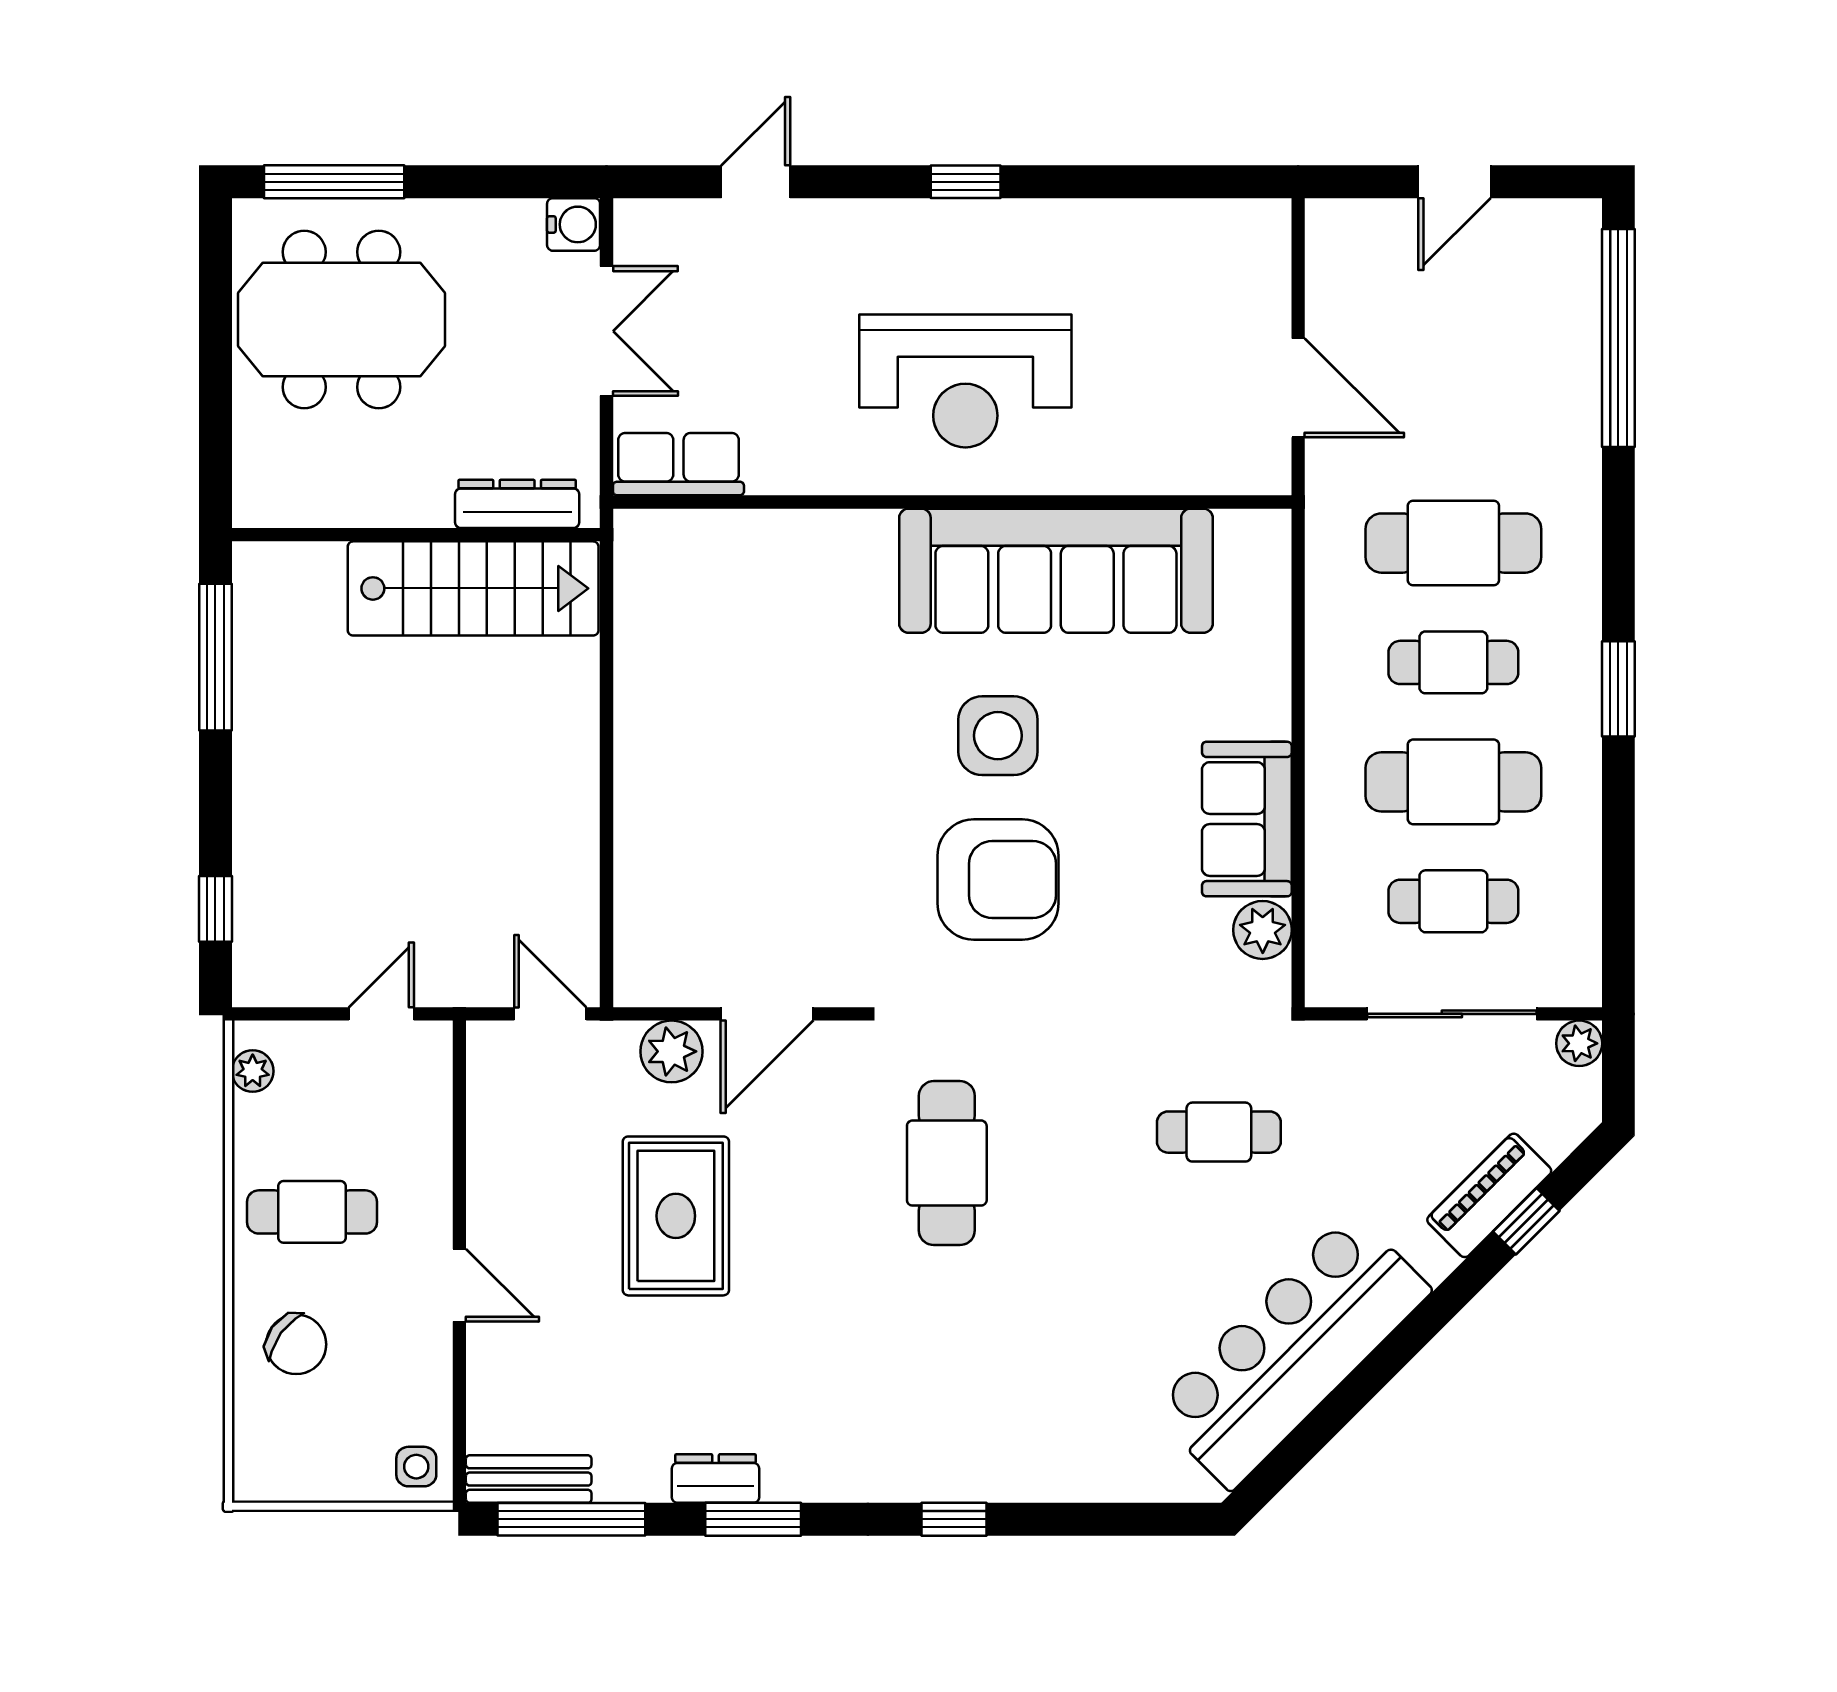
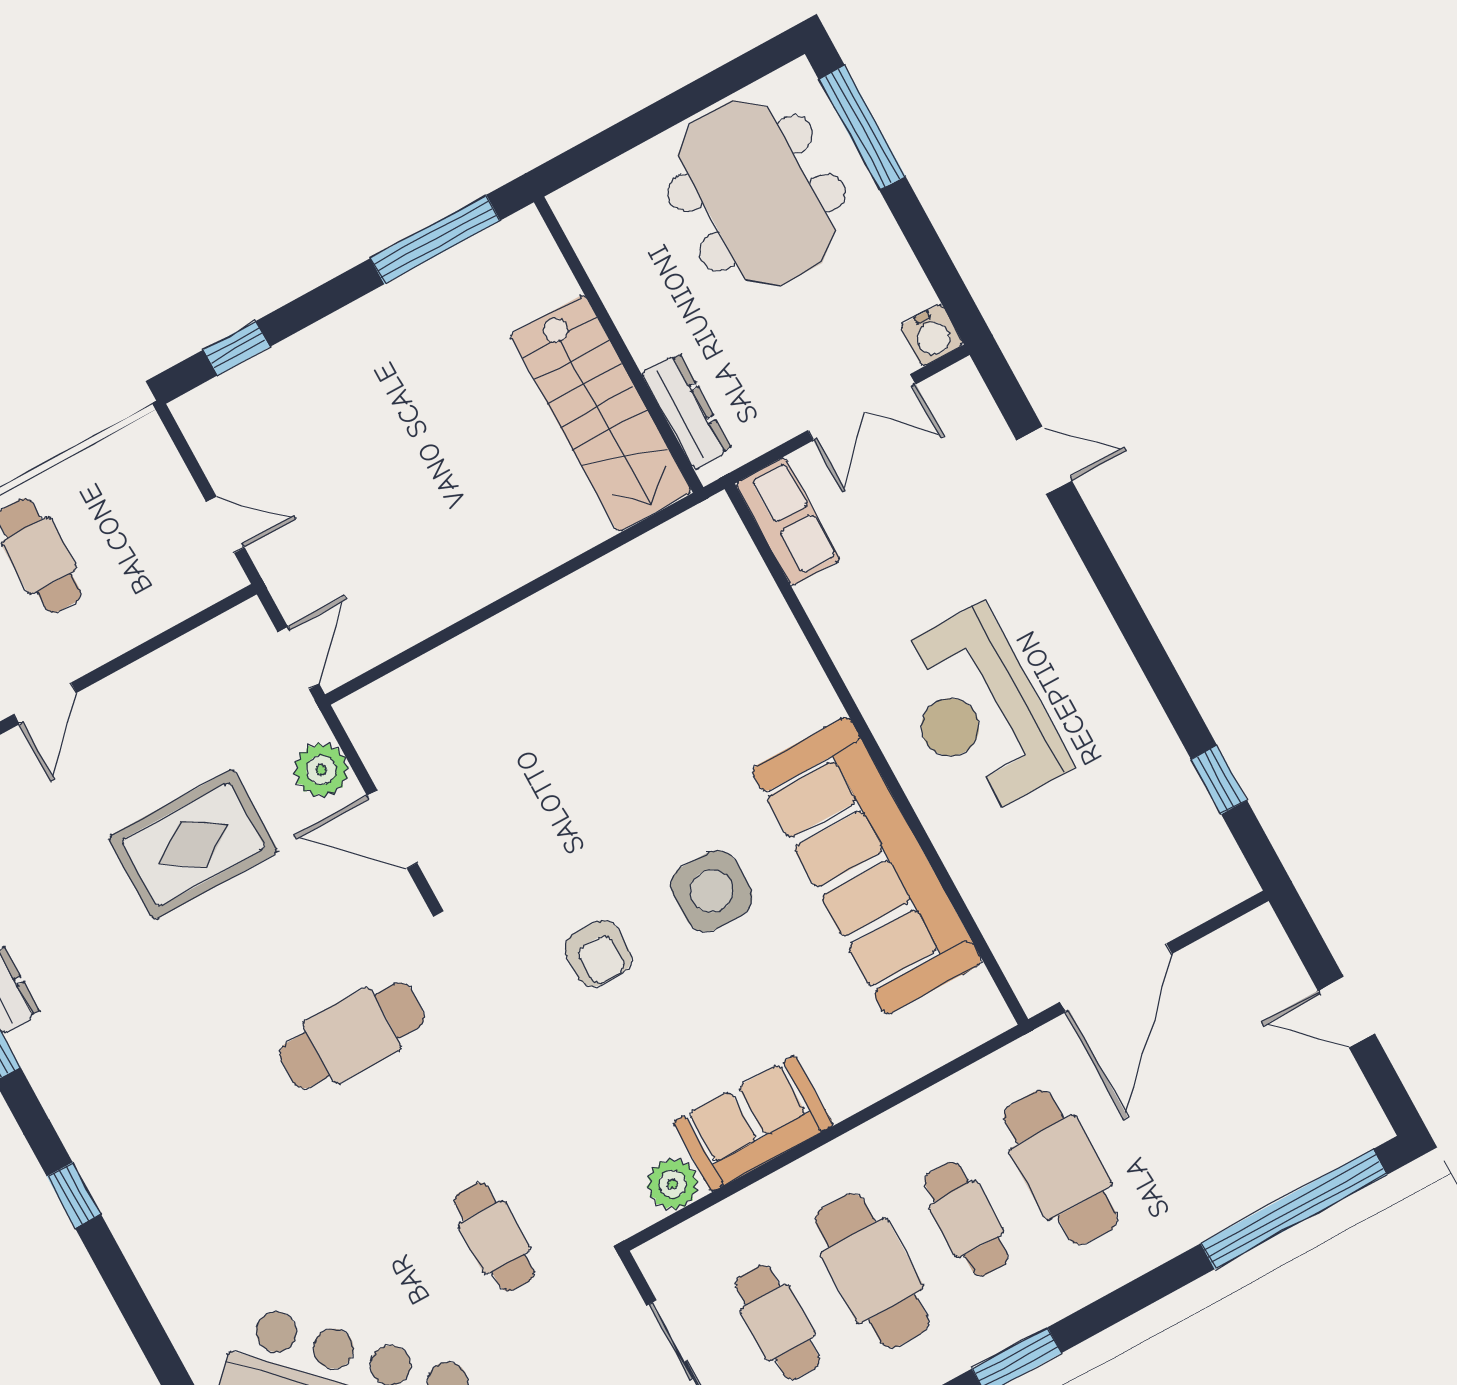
window: (966, 182) -> (1219, 780), moved
door: (1298, 388) -> (1116, 978), width x1.36
armchair: (998, 880) -> (598, 953), width x0.53, depth x0.53
plant: (253, 1071) -> (125, 448), removed

